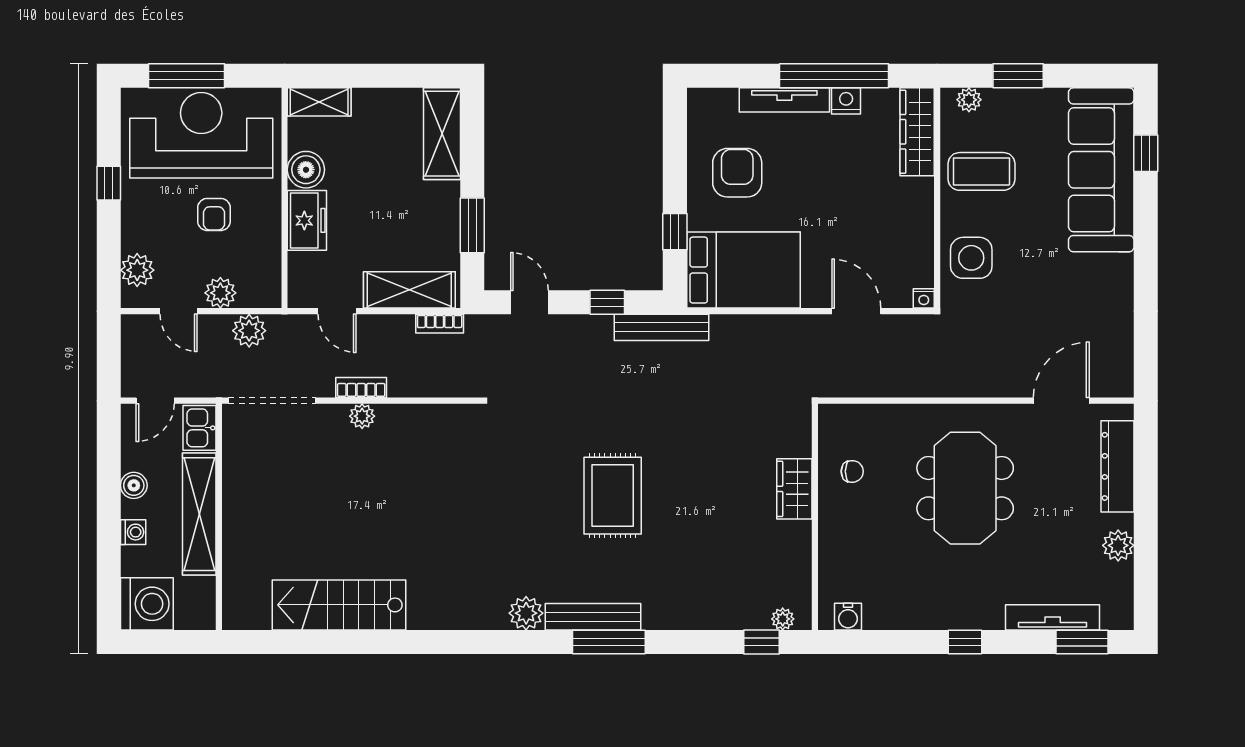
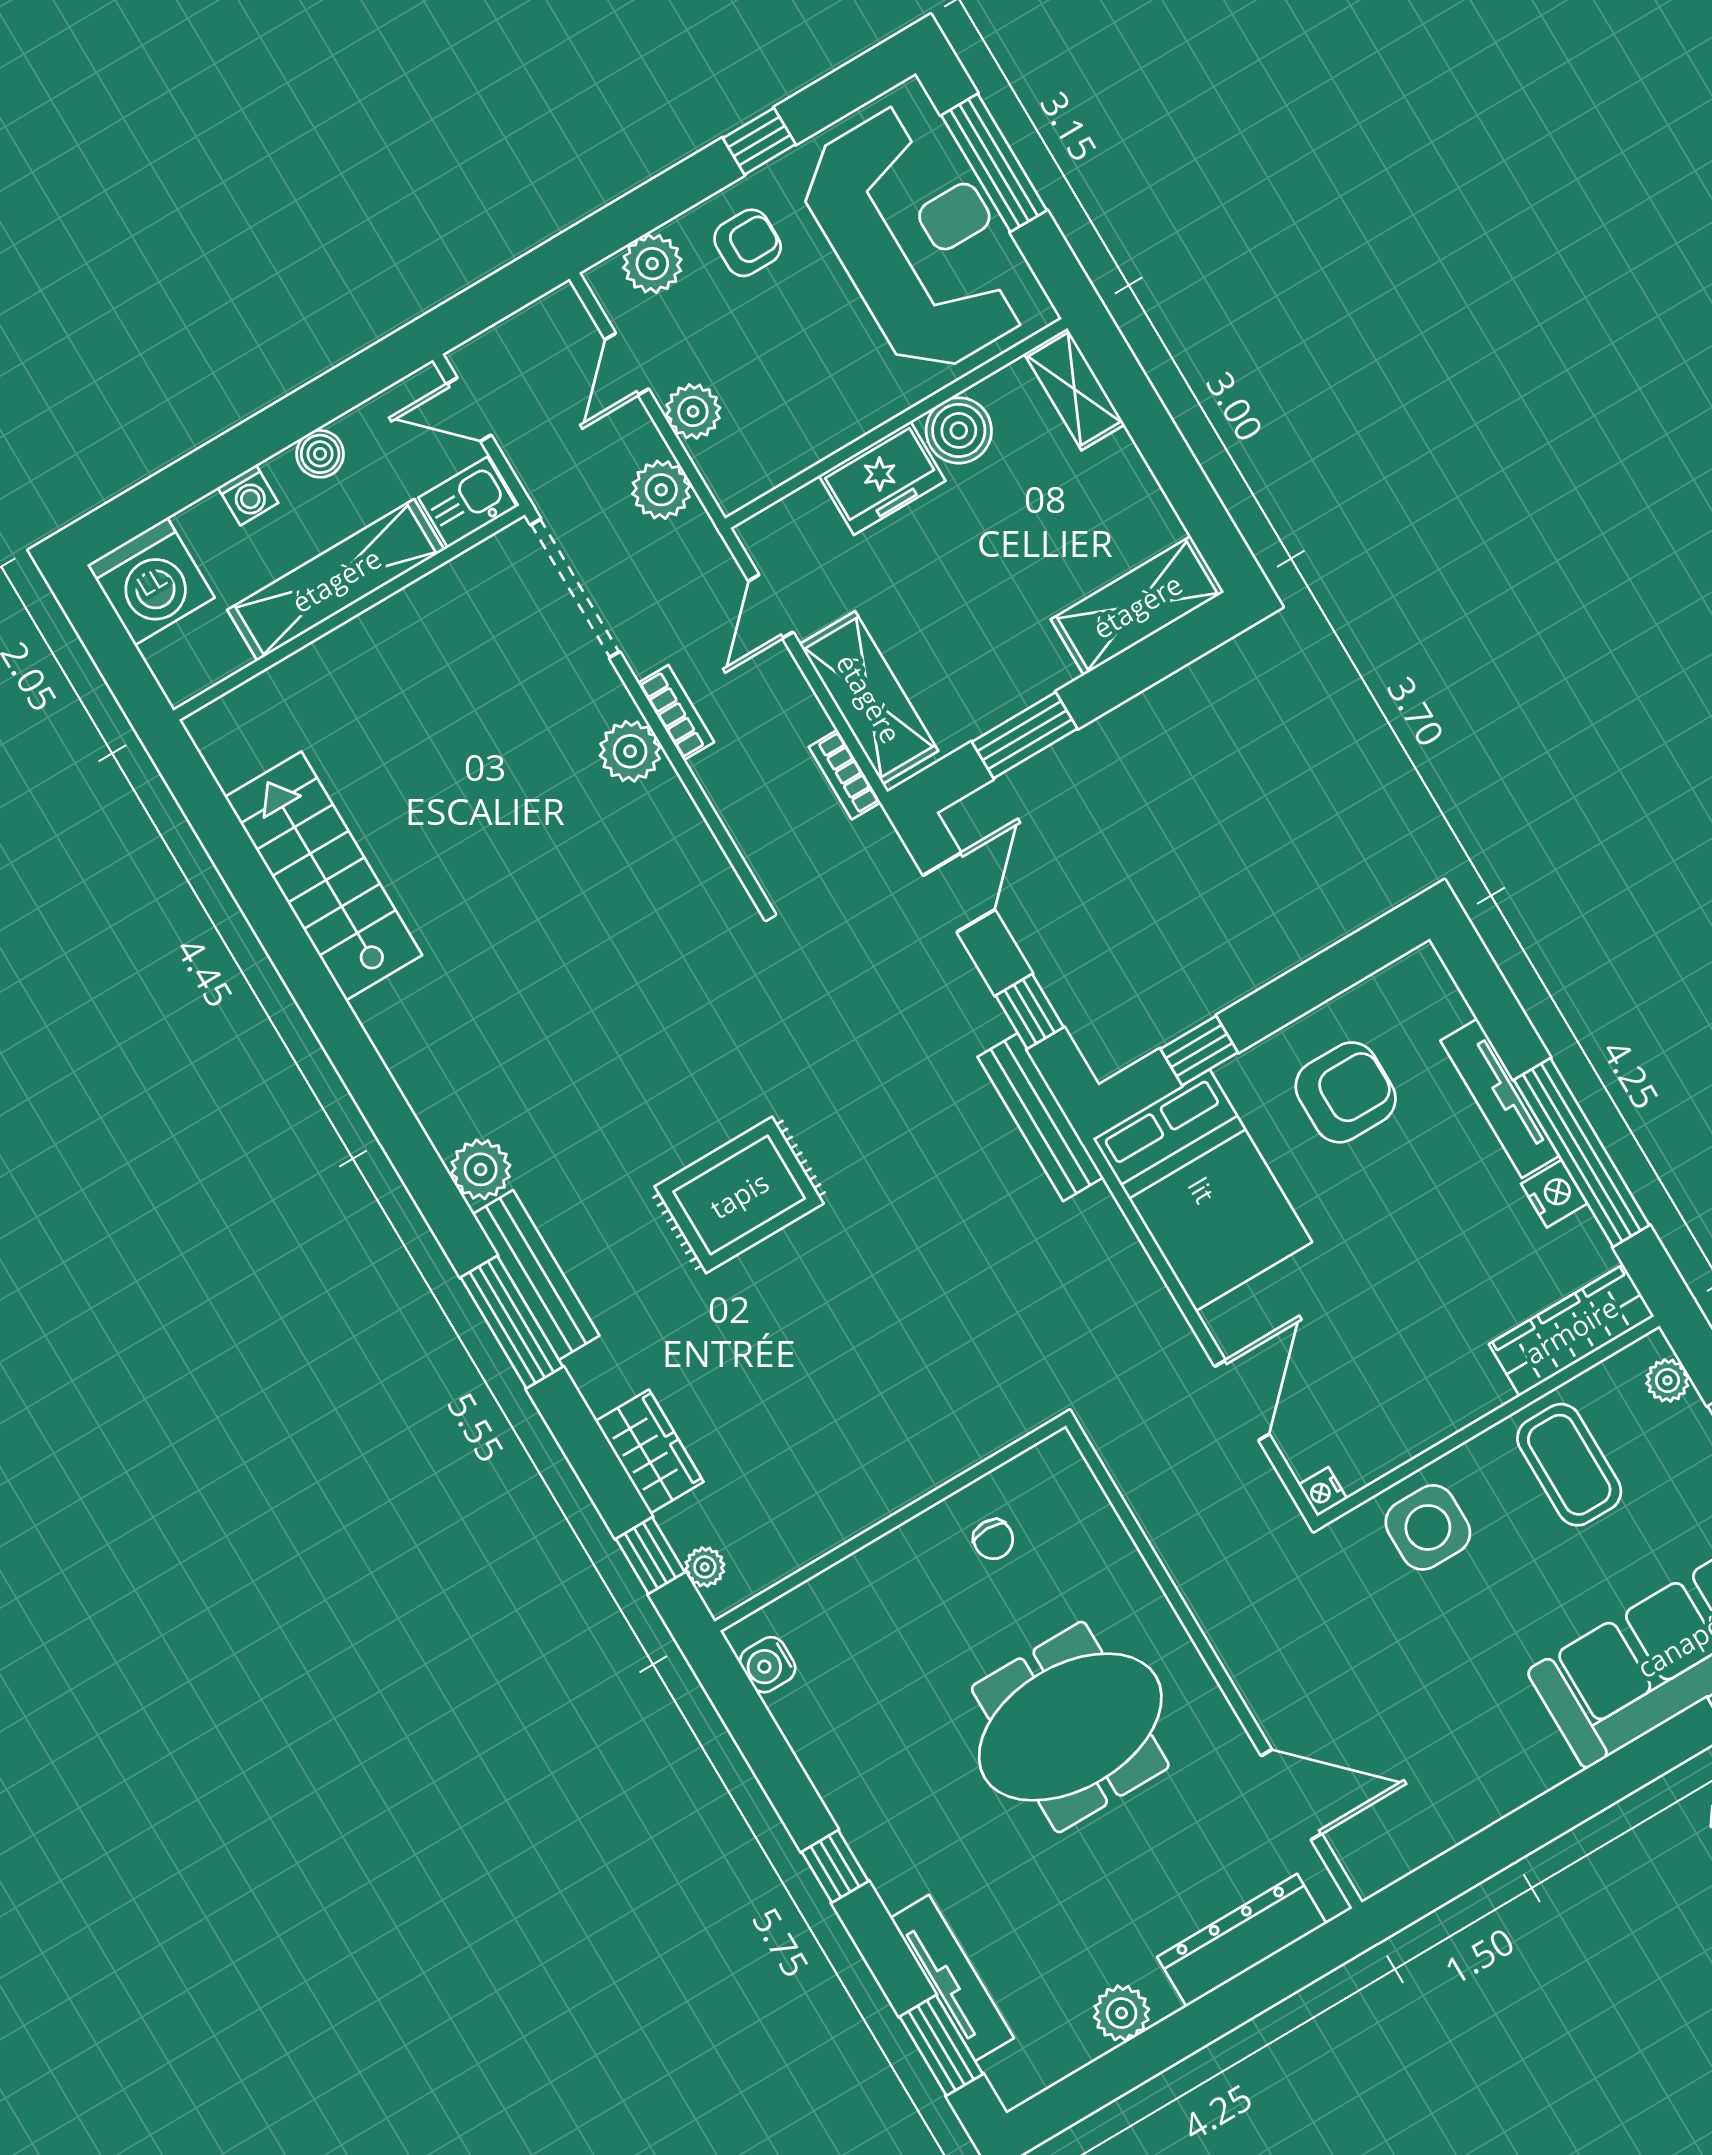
armchair: (214, 214) -> (748, 243), moved, turned 180
plant: (362, 416) -> (630, 751), width x1.38, depth x1.38
wardrobe: (794, 489) -> (649, 1452), moved, turned 90

